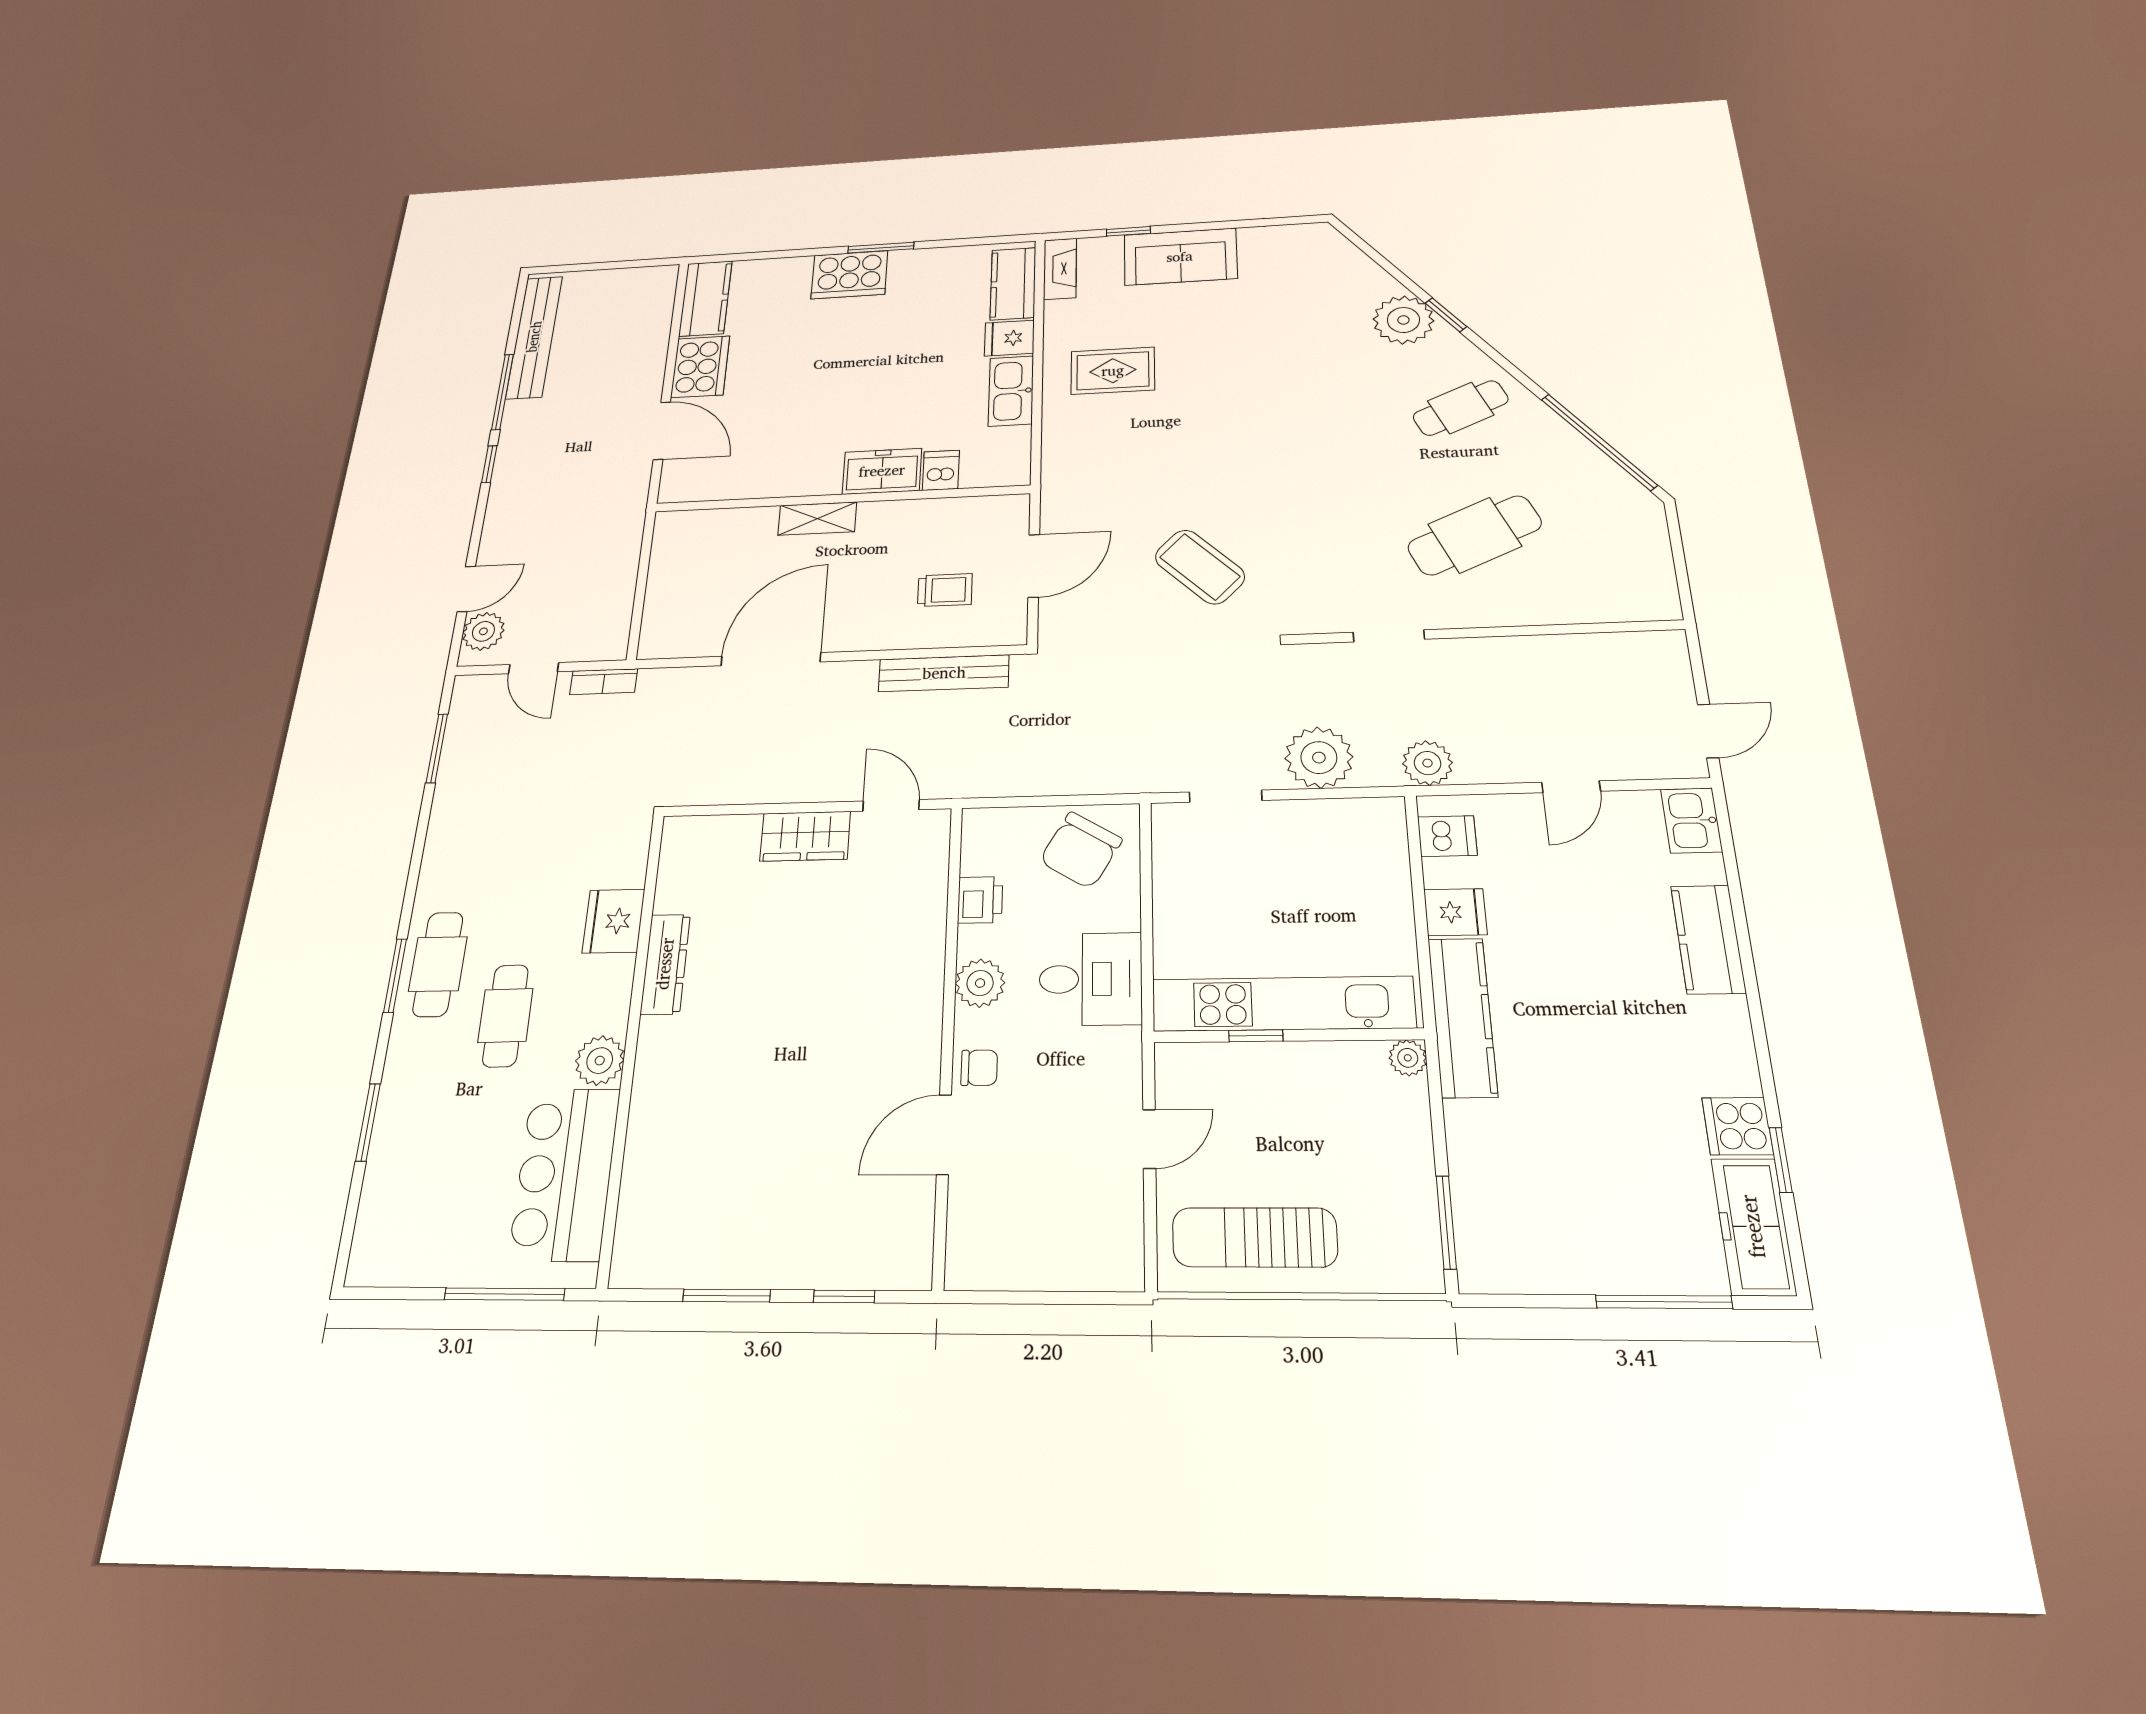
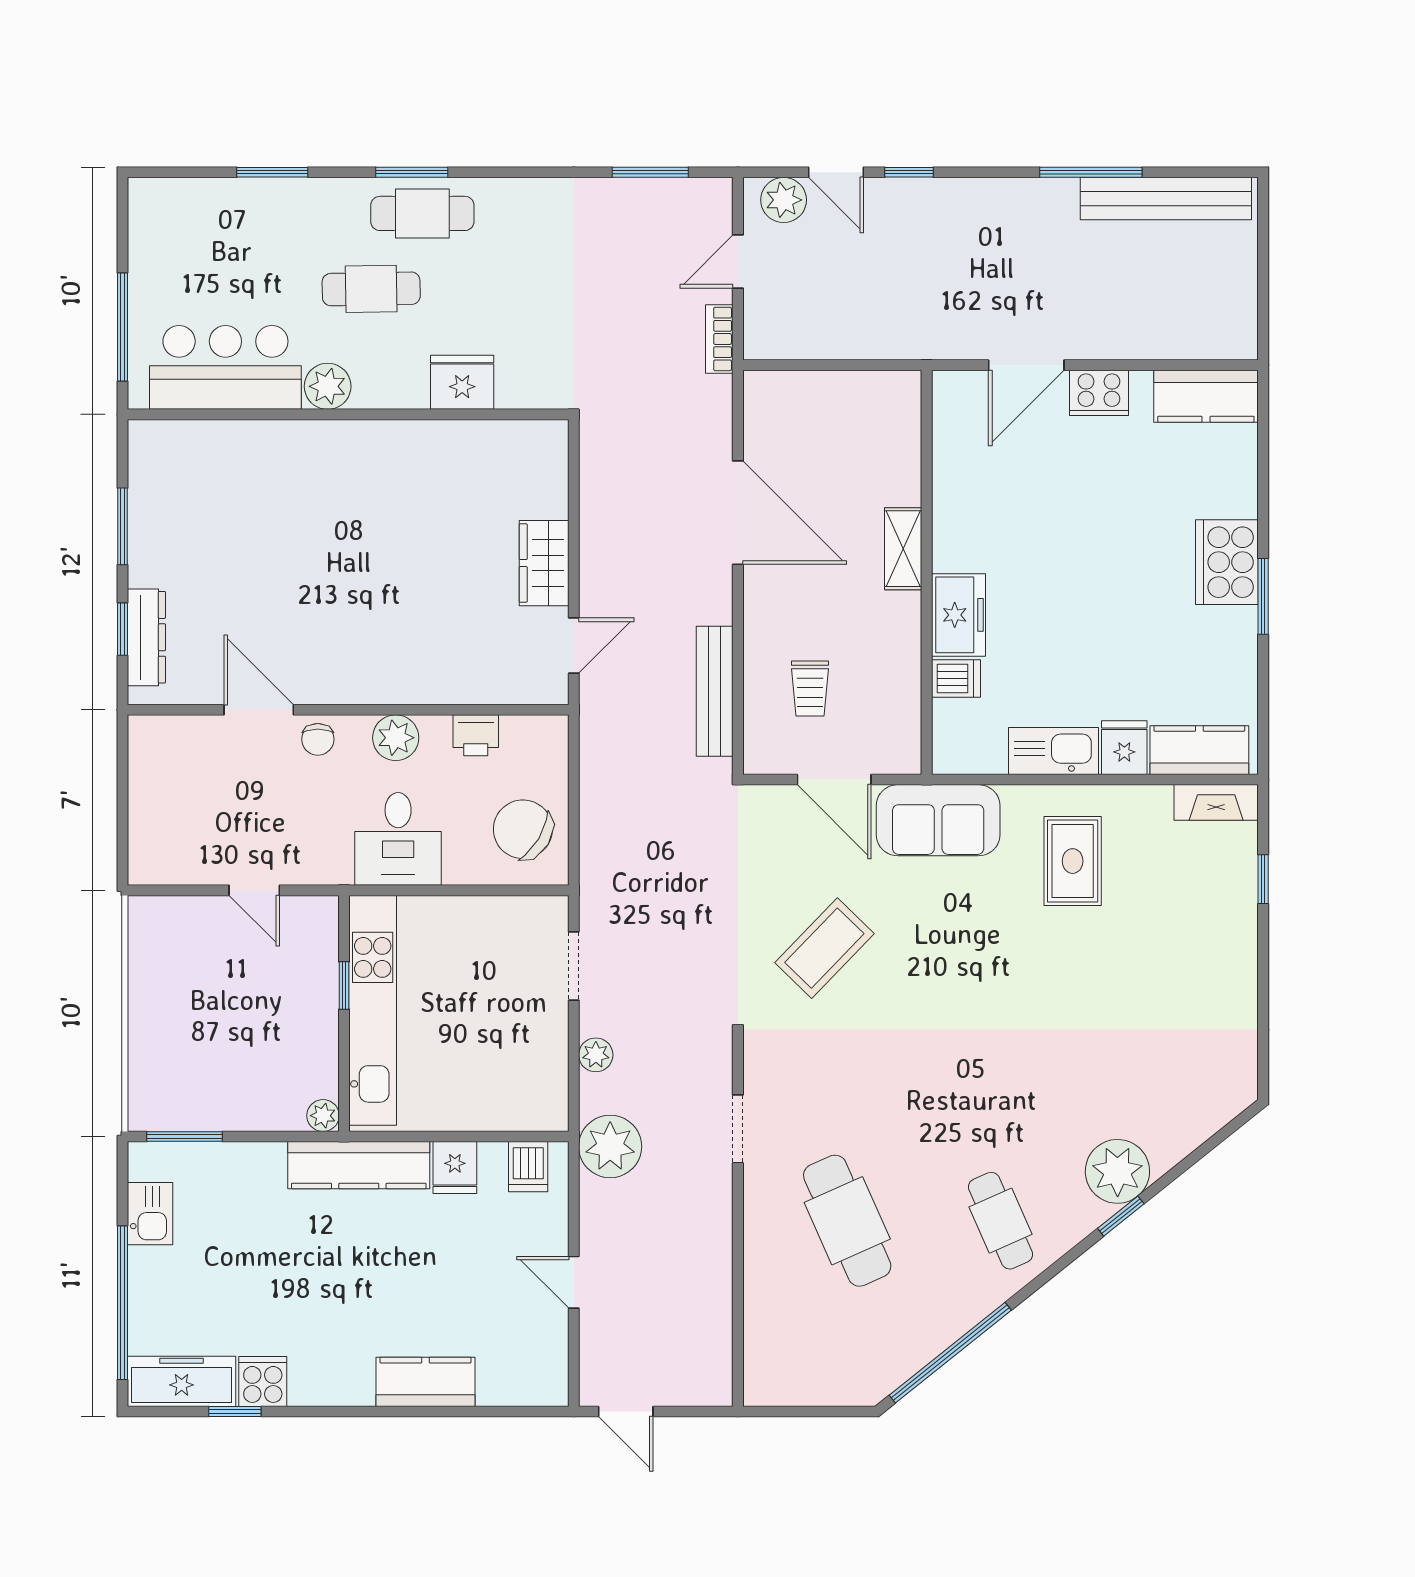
sofa: (1180, 257) -> (938, 820), moved, turned -90
cooker: (700, 367) -> (1099, 393), width x0.73, depth x0.76
window: (489, 464) -> (909, 172), moved
plant: (1319, 758) -> (596, 1055), width x0.53, depth x0.53
plant: (1428, 763) -> (610, 1146), width x1.36, depth x1.36
kitchen sink: (1691, 820) -> (150, 1214), moved, turned 90
dresser: (665, 964) -> (146, 637), moved, turned -90
sun lounger: (1255, 1237) -> (172, 978), removed
window: (1664, 1302) -> (122, 1303), width x1.46

